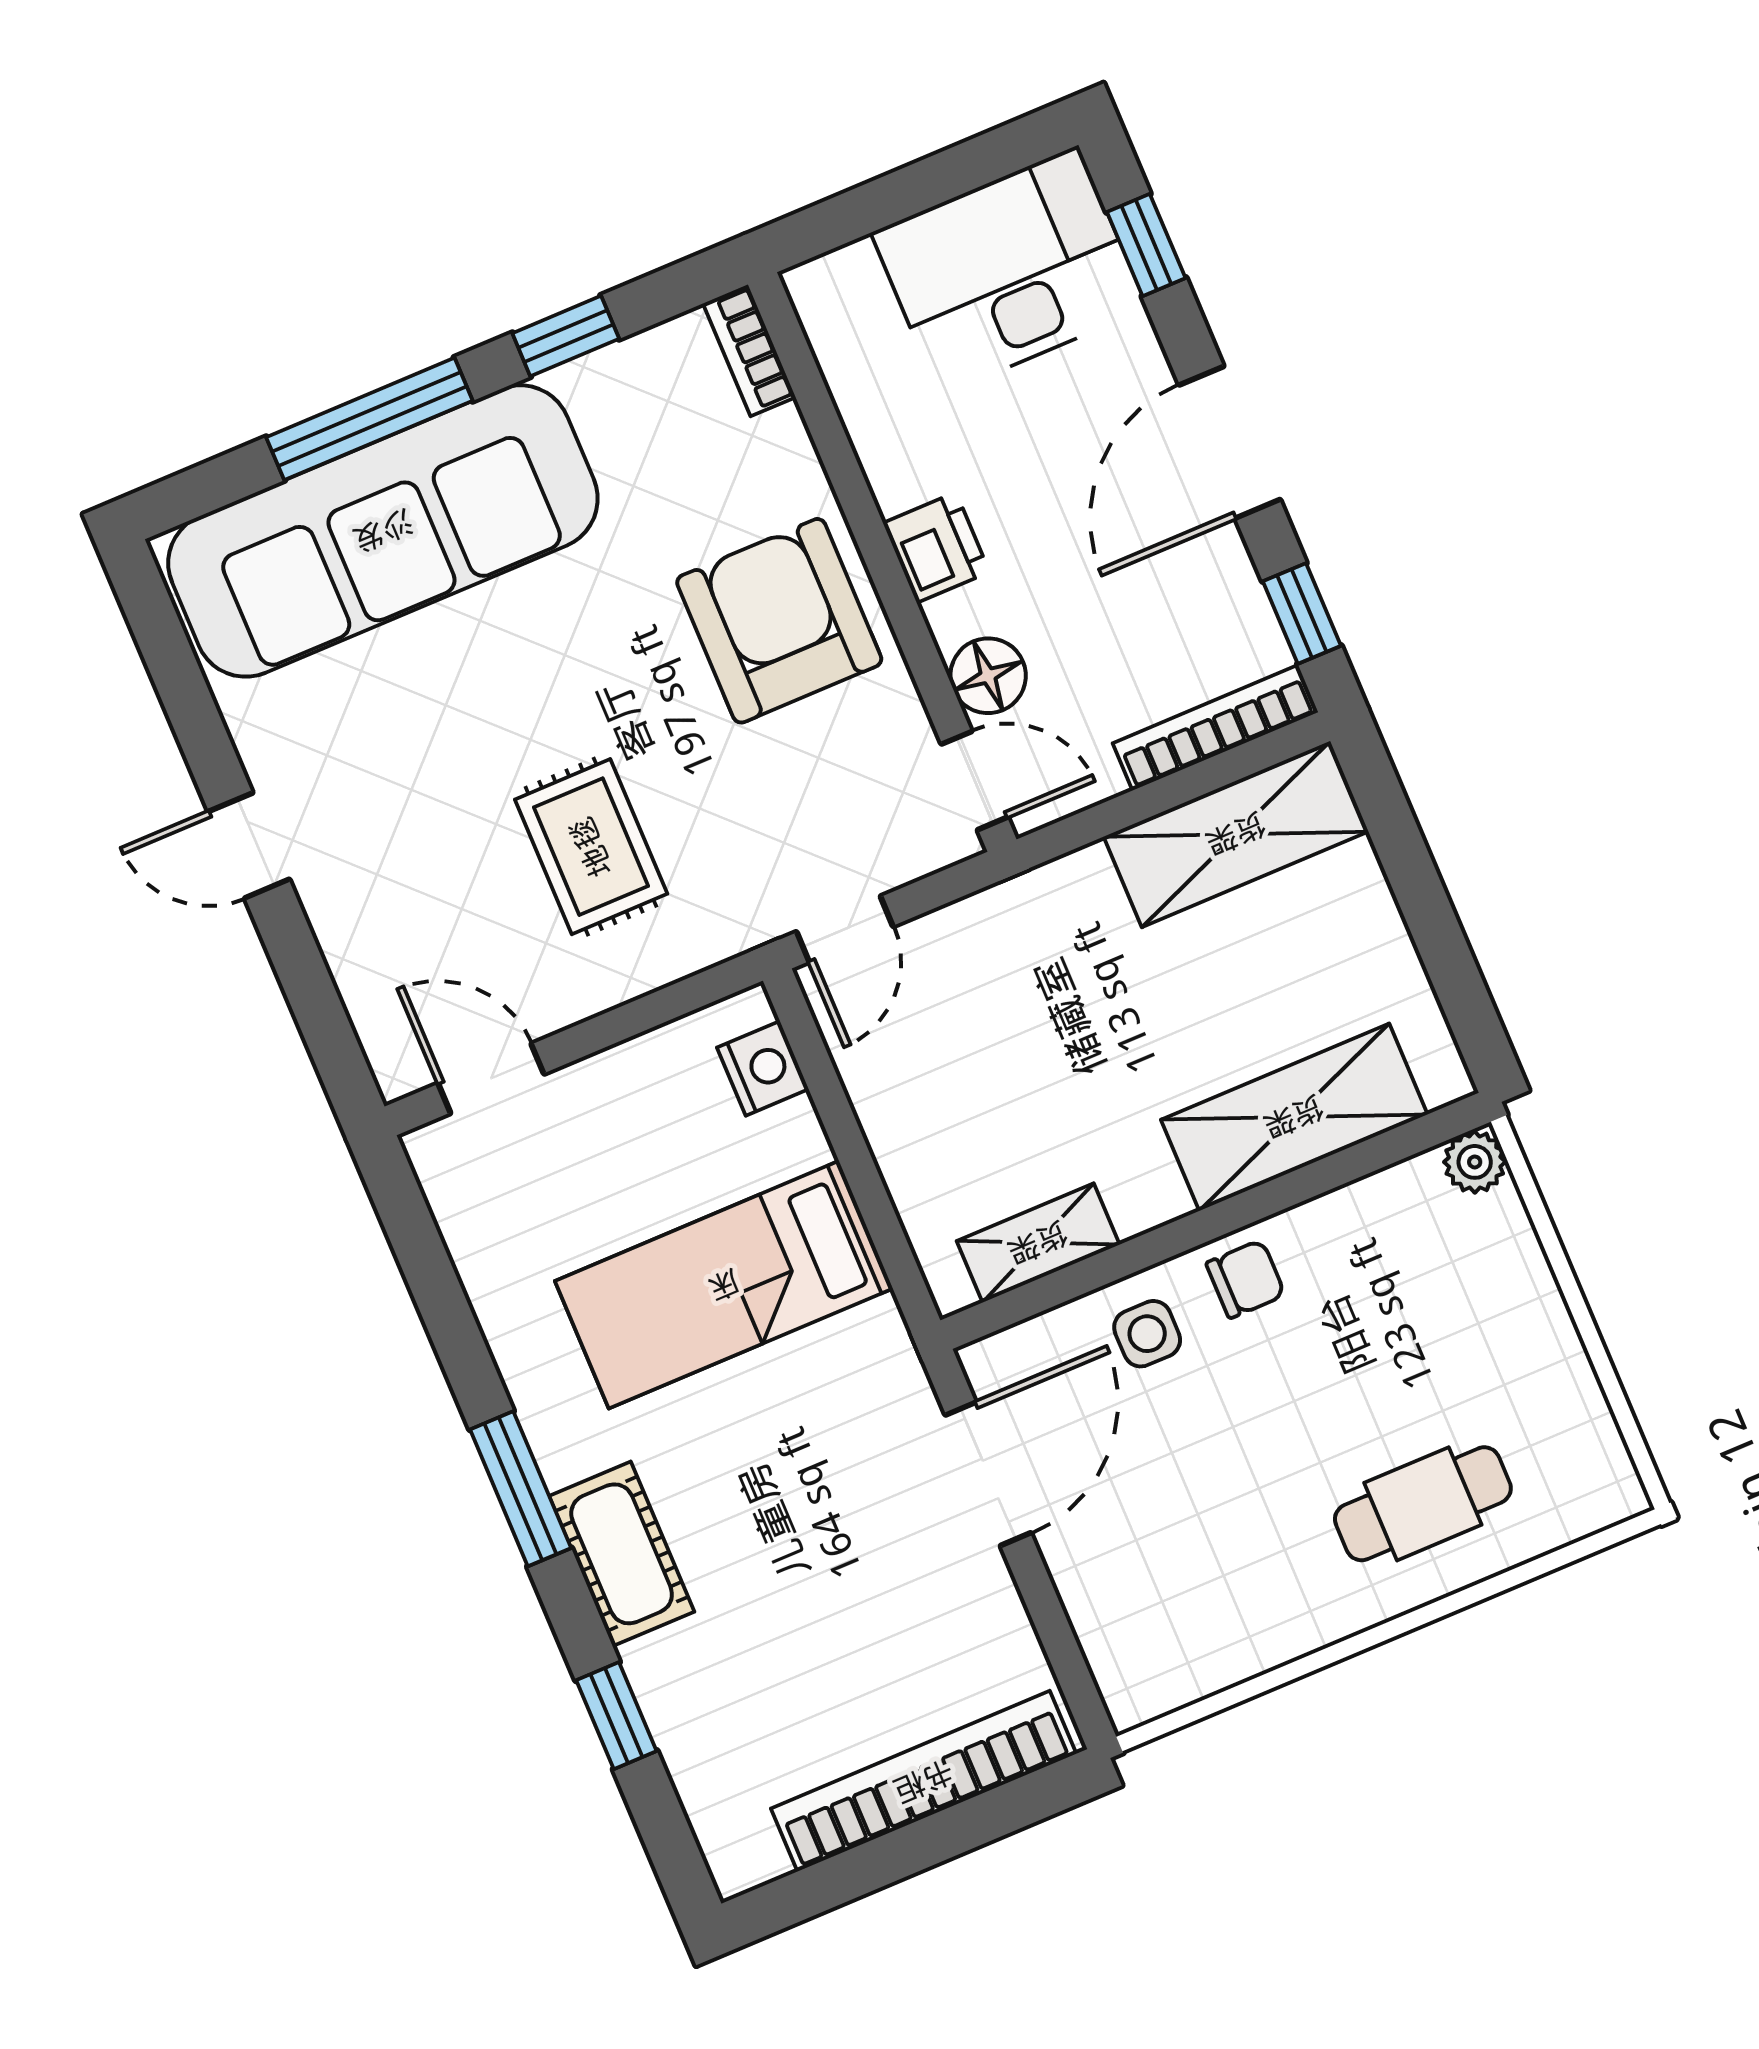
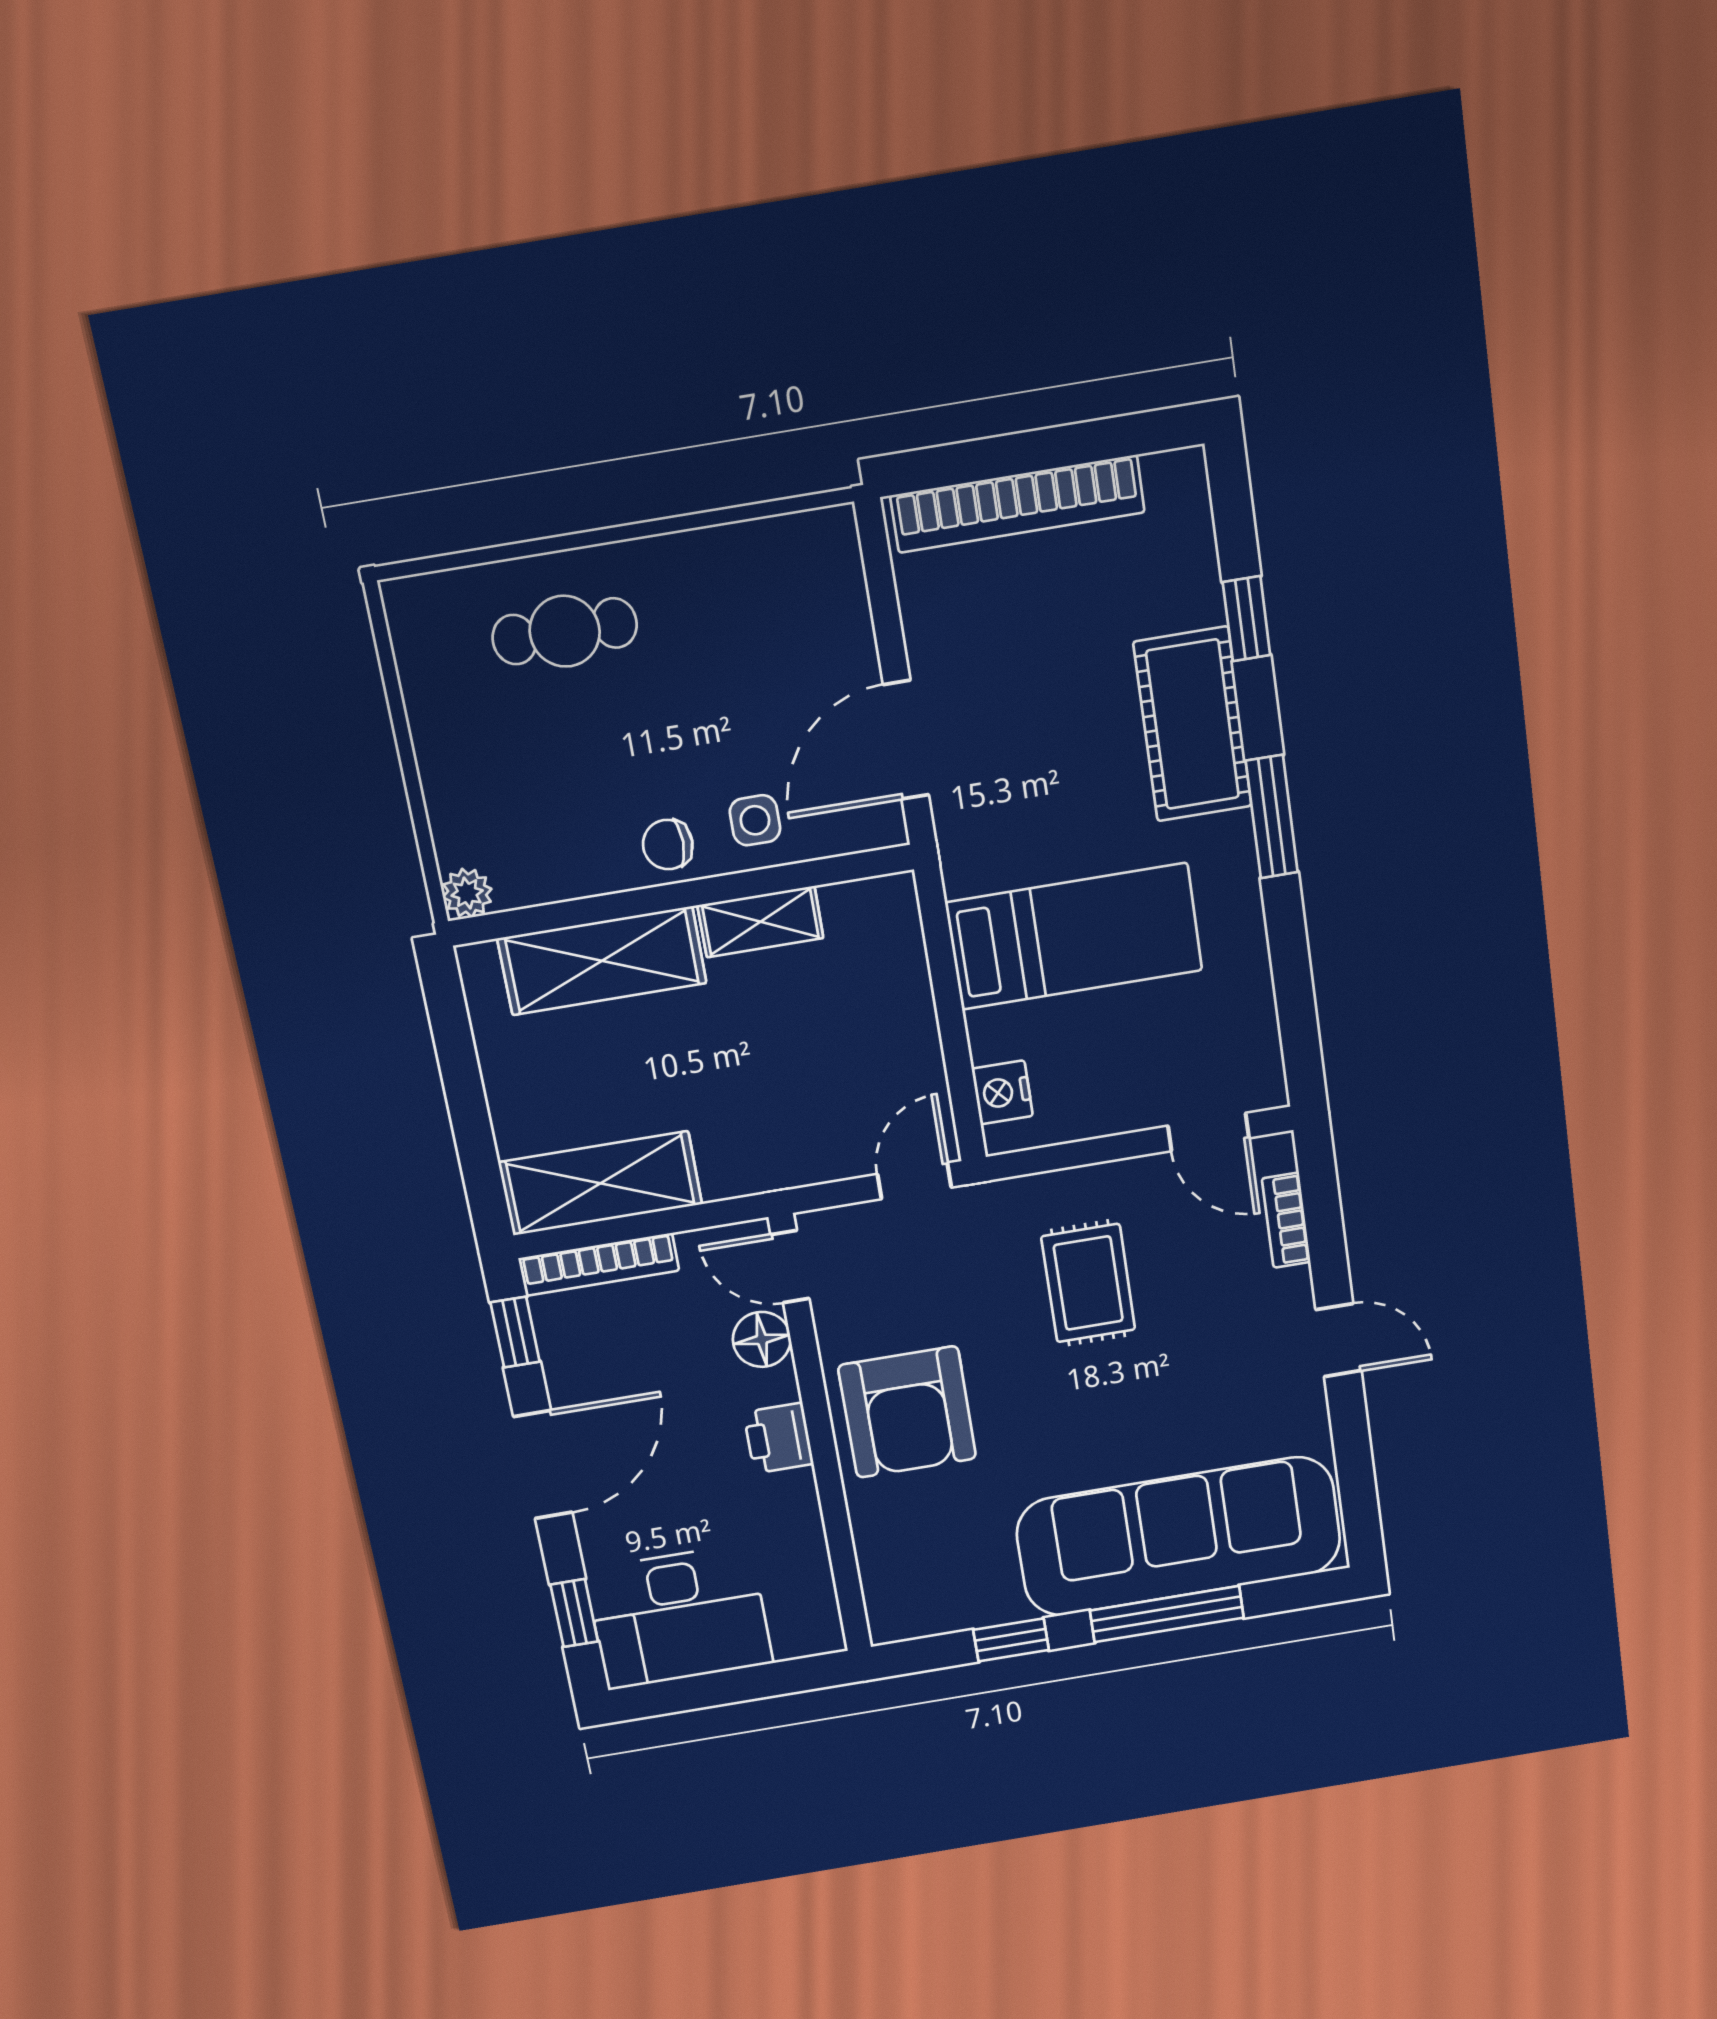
bookcase: (749, 350) -> (1286, 1220), moved, turned 180
shelving: (1038, 1243) -> (760, 922), moved
cot: (622, 1554) -> (1193, 724), width x1.37, depth x1.34

